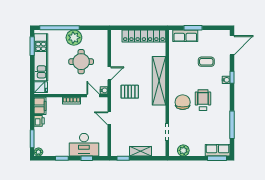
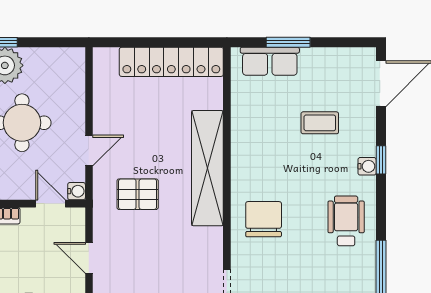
wheelchair: (203, 100) -> (346, 221), moved

